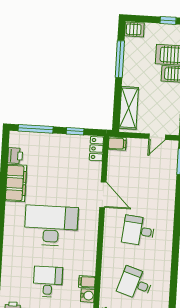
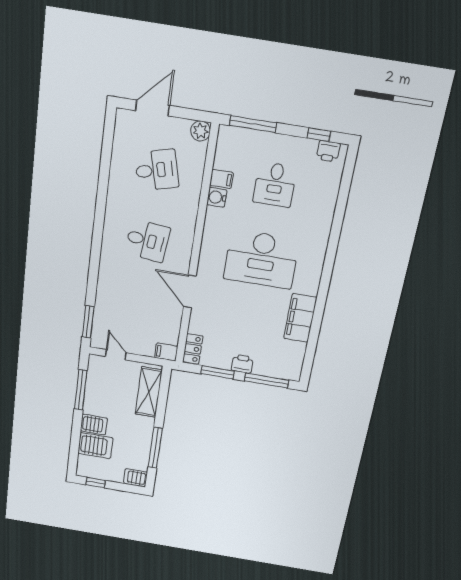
window: (75, 131) -> (217, 372), width x1.50
door: (157, 137) -> (116, 355), hinge flipped
printer: (15, 156) -> (242, 364), moved, turned 90
desk: (135, 284) -> (157, 170), turned -33
water cooler: (88, 296) -> (217, 197), moved

